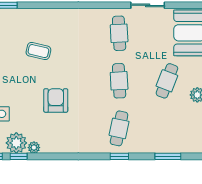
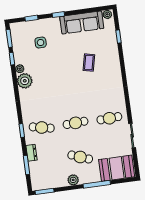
armchair: (56, 100) -> (55, 80), removed
plant: (16, 143) -> (25, 81), moved
dresser: (152, 147) -> (32, 153), added

